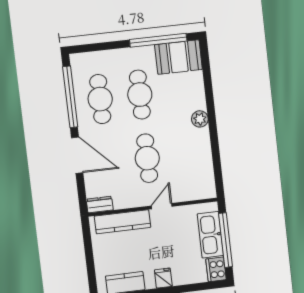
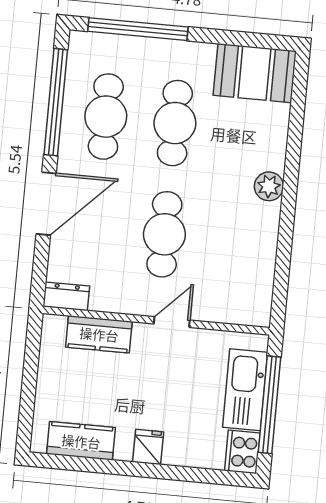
window: (158, 40) -> (138, 29), moved
door: (77, 155) -> (46, 204), hinge flipped
kitchen counter: (123, 222) -> (99, 334), width x0.67

